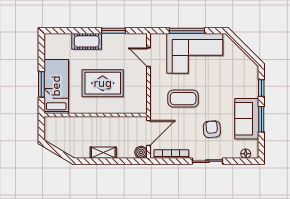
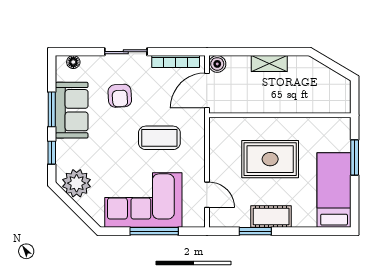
cot: (87, 41) -> (271, 216), moved
plant: (243, 66) -> (77, 183), added
bed: (56, 86) -> (334, 190), moved, turned 180

